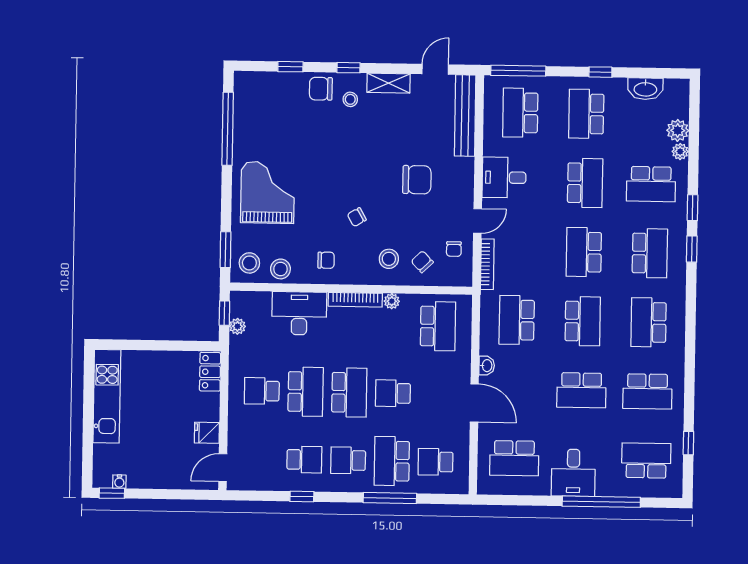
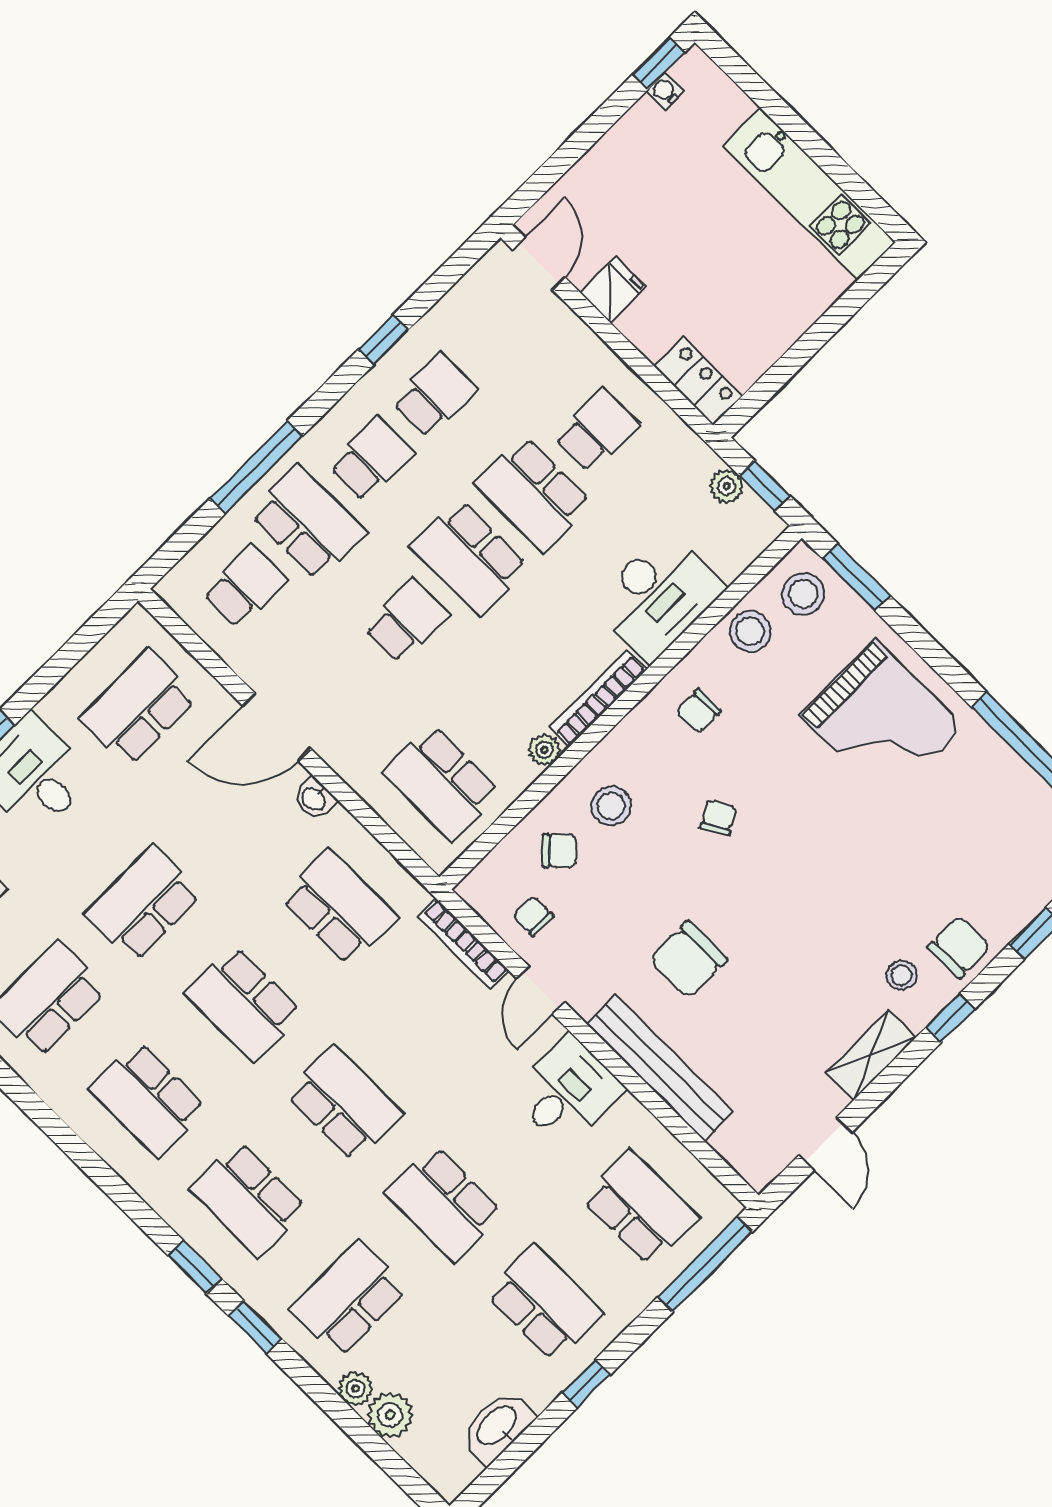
bench: (465, 115) -> (660, 1068), moved
school desk: (649, 322) -> (148, 1099), turned 180
school desk: (304, 460) -> (435, 396), turned 180

